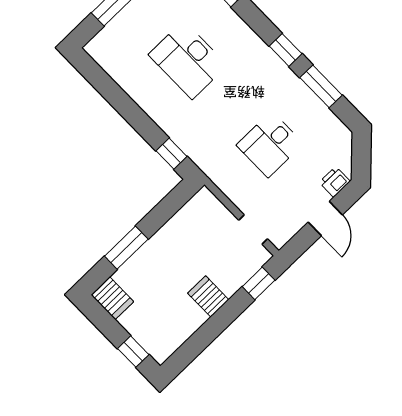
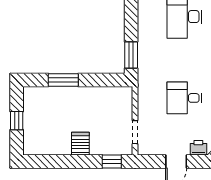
window: (171, 154) -> (131, 55), width x1.50
server rack: (112, 298) -> (32, 98), removed
window: (133, 352) -> (17, 121), moved

